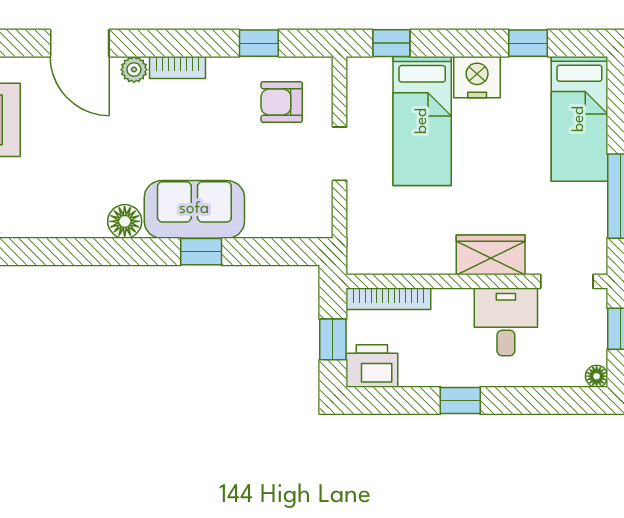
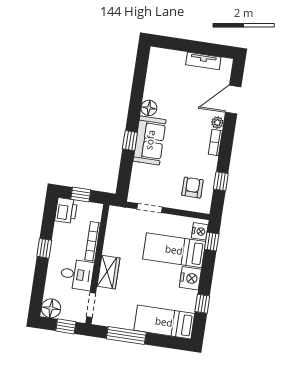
nightstand: (373, 72) -> (200, 231), added
doorway: (340, 154) -> (150, 208), moved
bookcase: (388, 299) -> (93, 241), moved
floor lamp: (597, 376) -> (51, 308), width x1.89, depth x1.89

